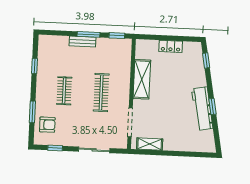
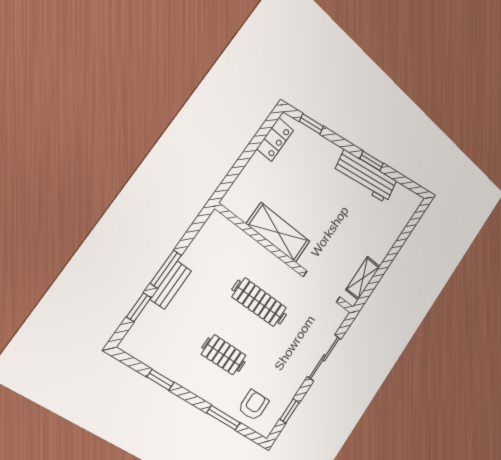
window: (117, 36) -> (139, 307), moved
locker: (171, 46) -> (275, 139), moved

